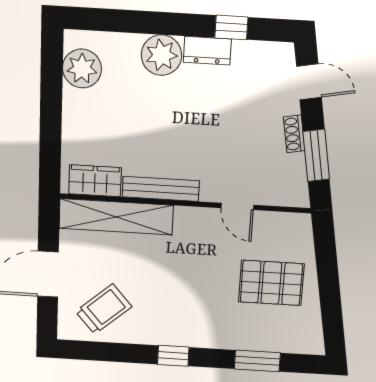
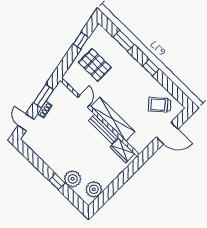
window: (231, 27) -> (57, 182), moved
dresser: (207, 51) -> (49, 160), removed
plant: (161, 55) -> (73, 179), moved
shelving: (116, 217) -> (113, 119), moved
window: (331, 303) -> (81, 41), added

